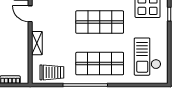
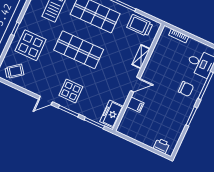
door: (30, 14) -> (135, 85), hinge flipped

